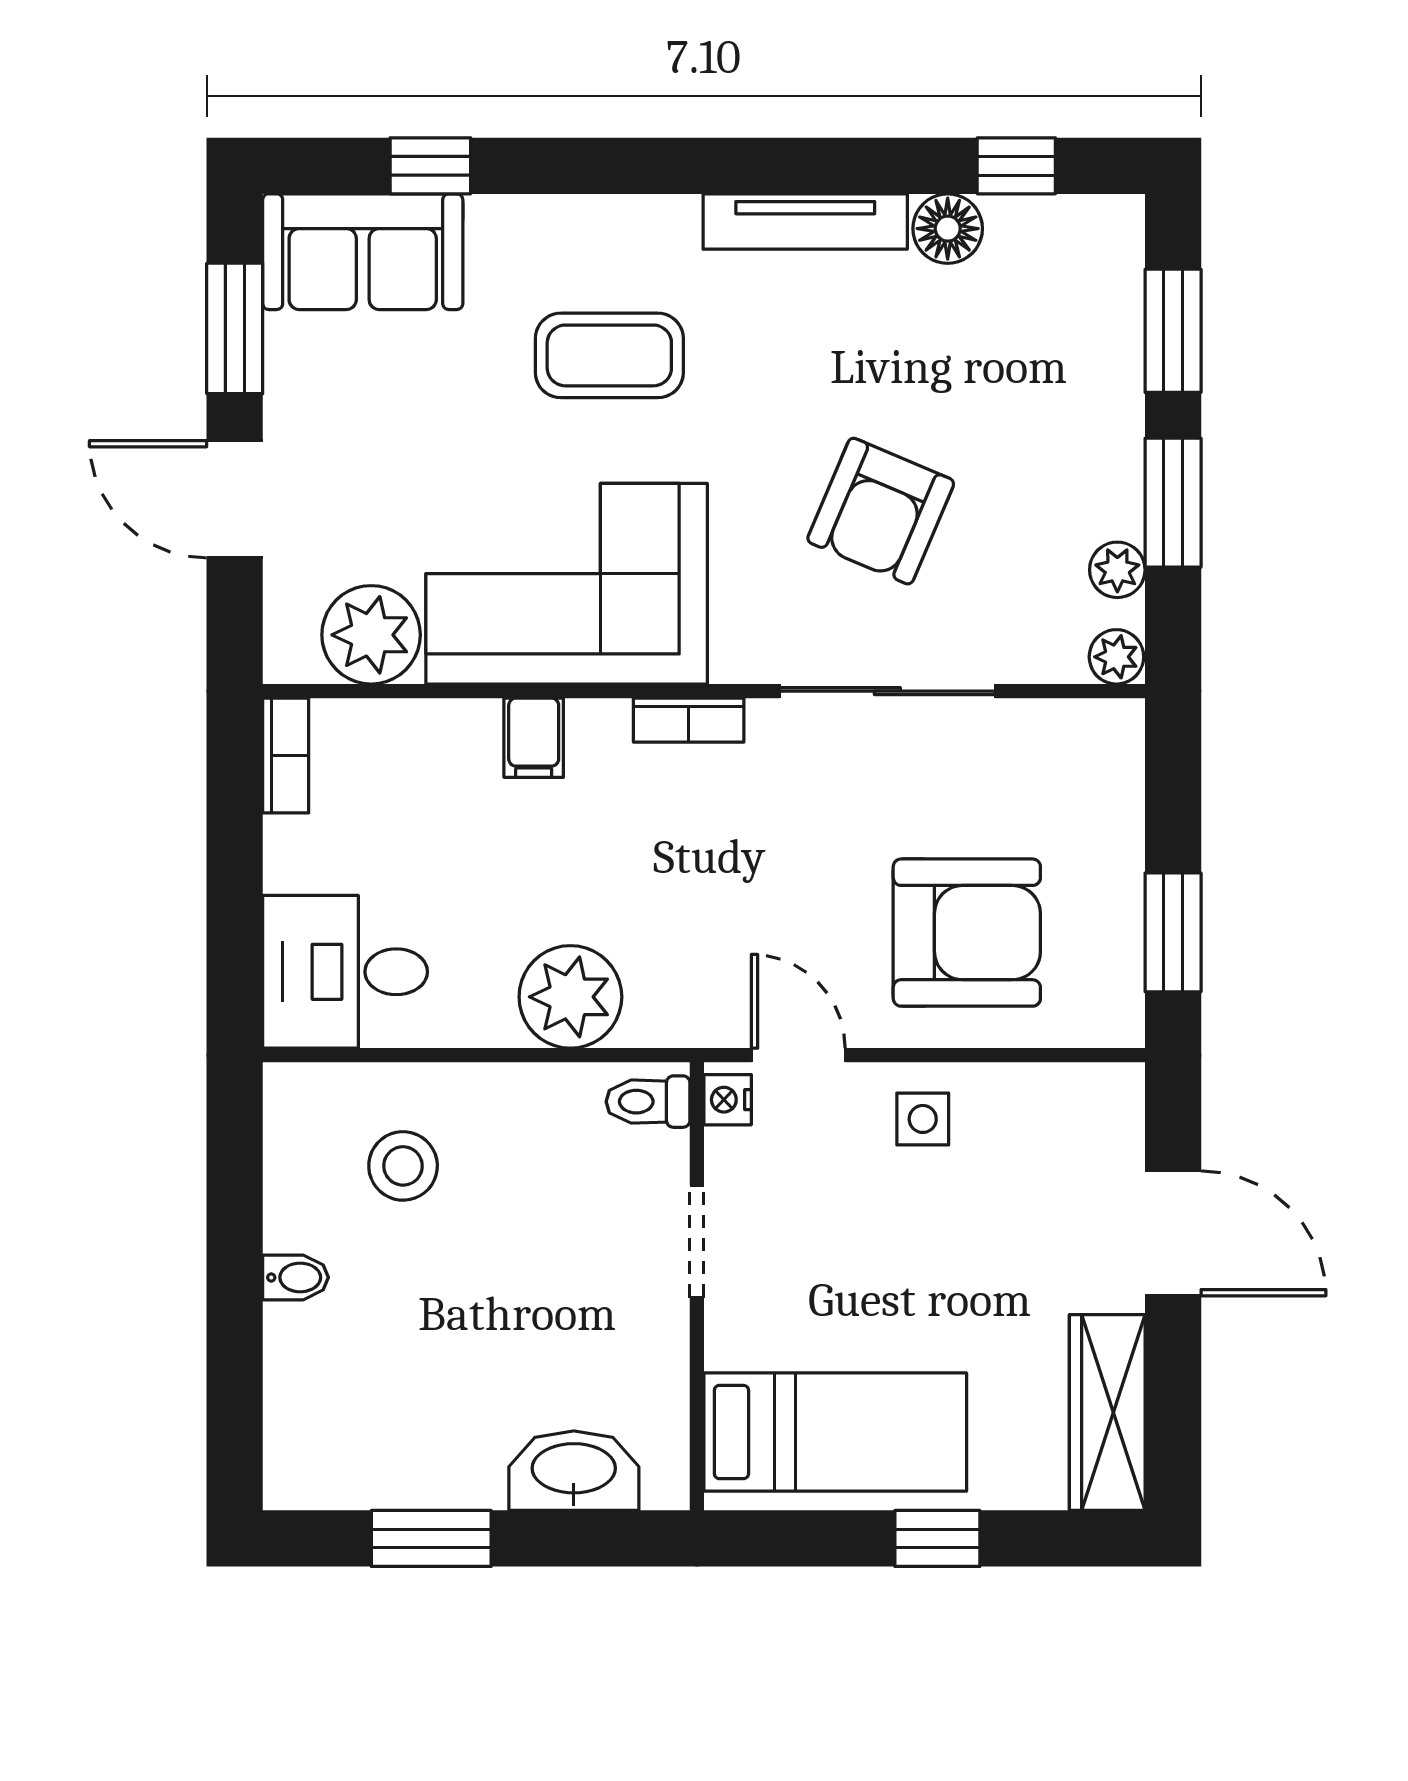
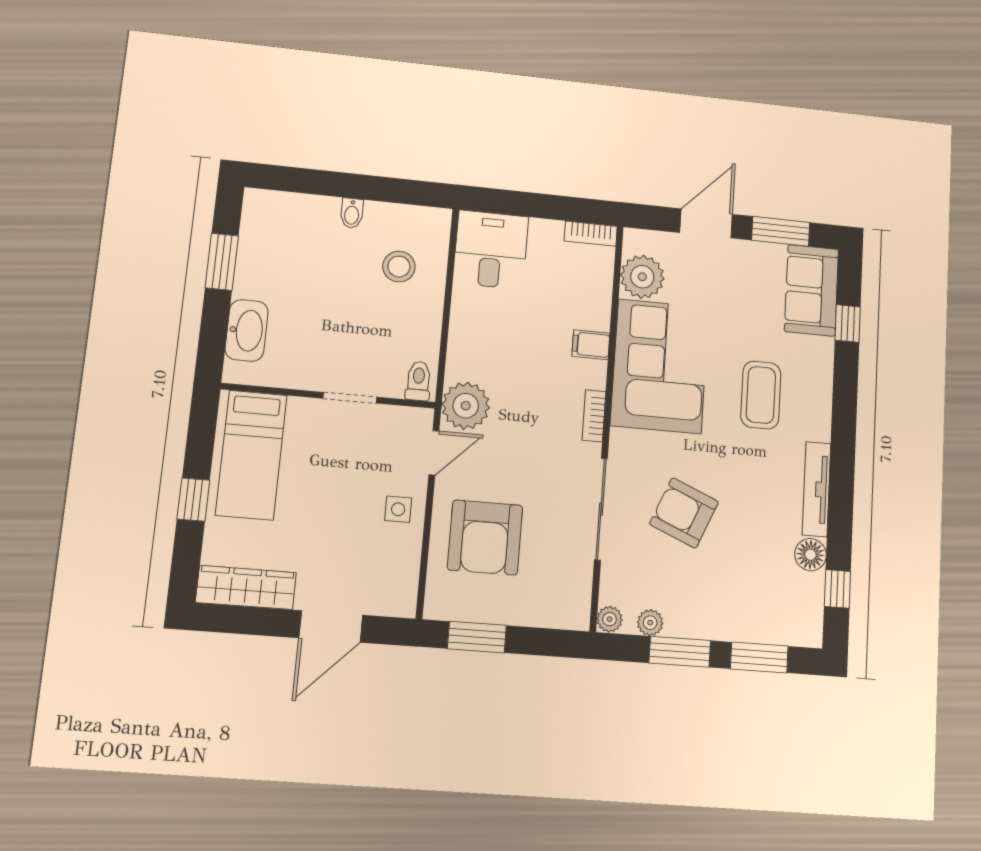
plant: (570, 997) -> (466, 406), moved
nightstand: (728, 1100) -> (416, 418), removed

